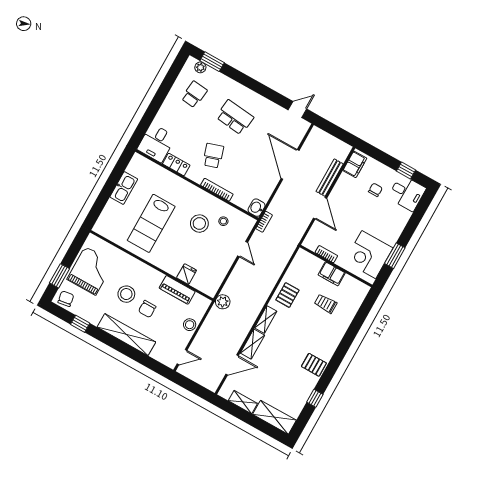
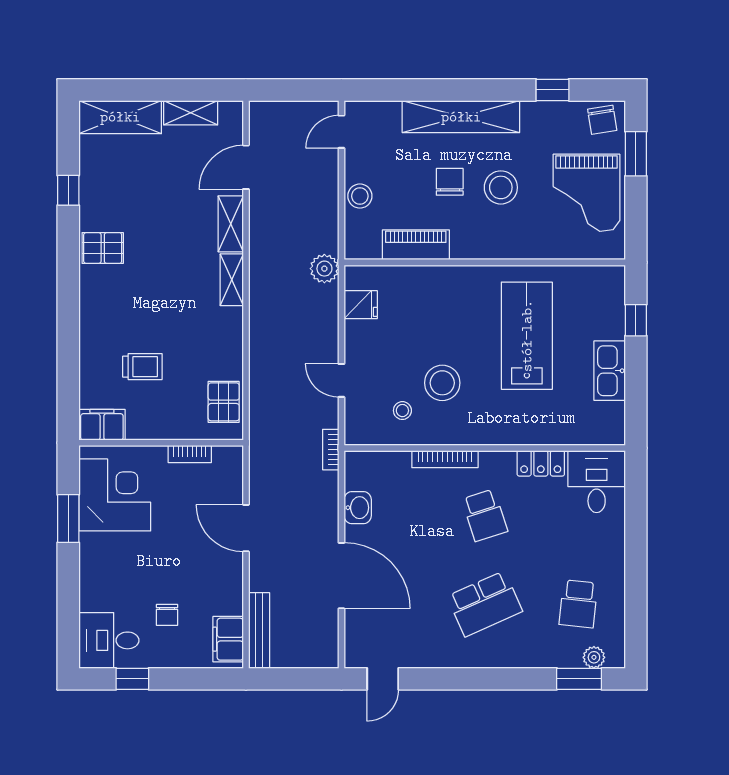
school desk: (235, 117) -> (485, 604), turned -30
bench: (330, 178) -> (259, 631), moved
window: (100, 204) -> (636, 320), added
washbasin: (257, 208) -> (358, 508), moved
fridge: (187, 274) -> (361, 305), moved, turned -90
filing cabinet: (332, 274) -> (102, 425), moved
pallet: (287, 295) -> (224, 402), moved

